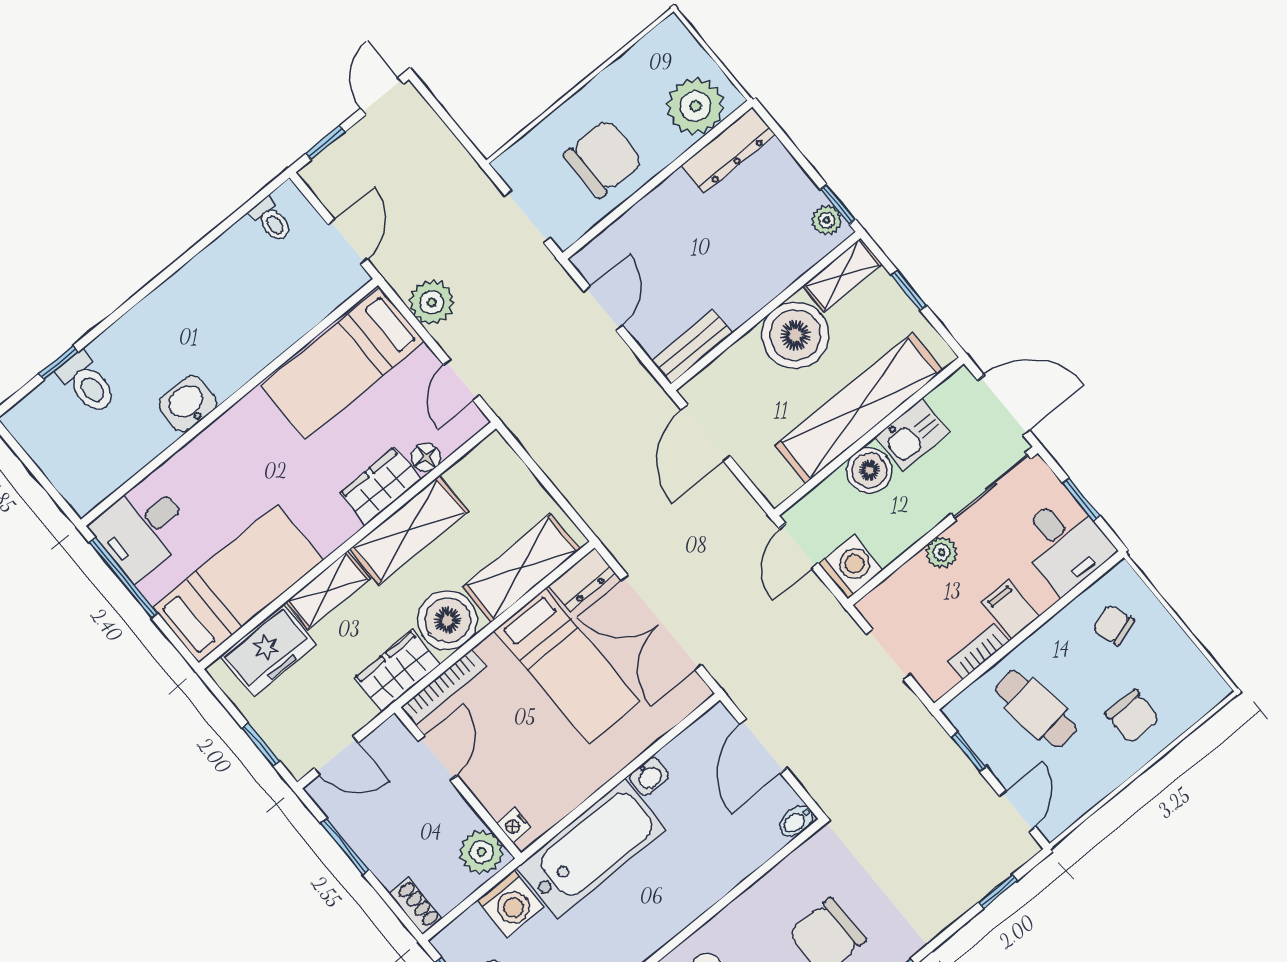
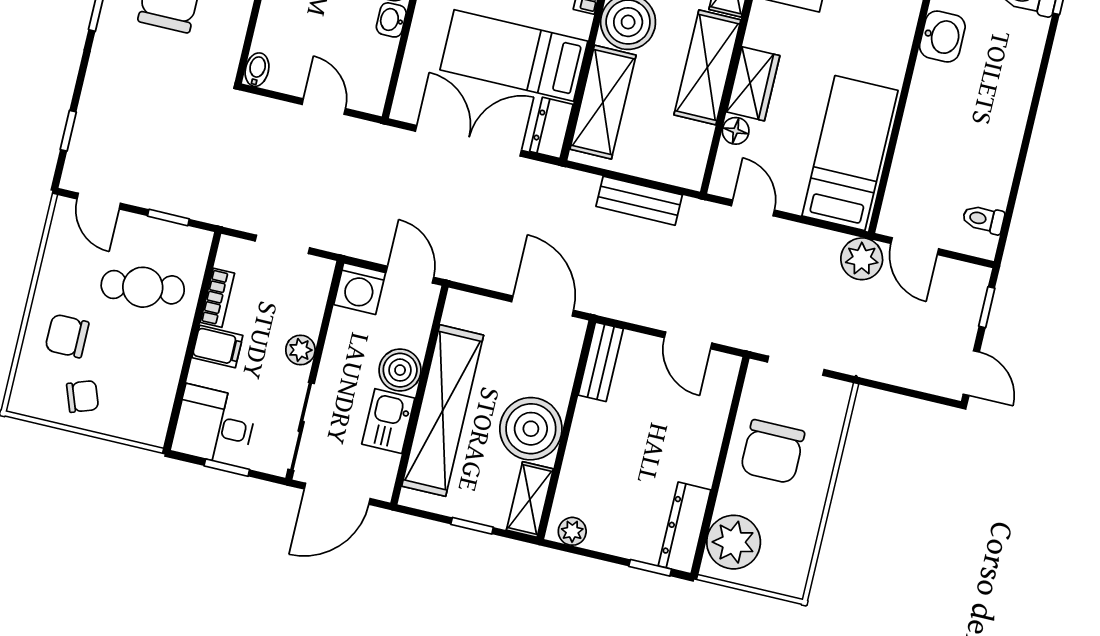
window: (838, 204) -> (650, 568), moved
plant: (432, 302) -> (862, 259), moved
bench: (554, 460) -> (639, 201), added
chair: (1113, 625) -> (83, 396), moved
door: (763, 746) -> (324, 106), width x0.73

